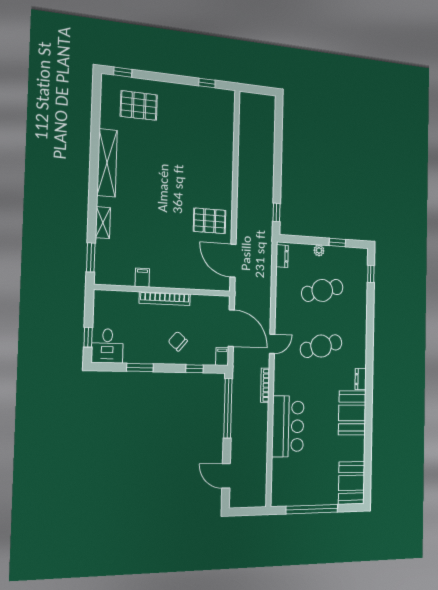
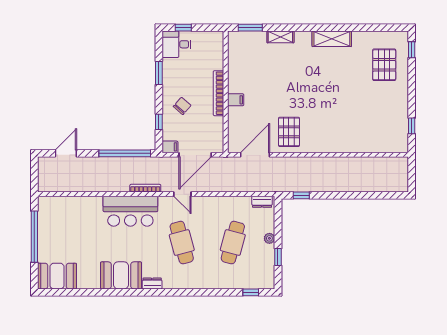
shelving: (107, 163) -> (332, 39), width x0.68
filing cabinet: (142, 278) -> (236, 100), moved
cafe table: (322, 290) -> (233, 243), turned 30
bar counter: (288, 426) -> (130, 211), moved

